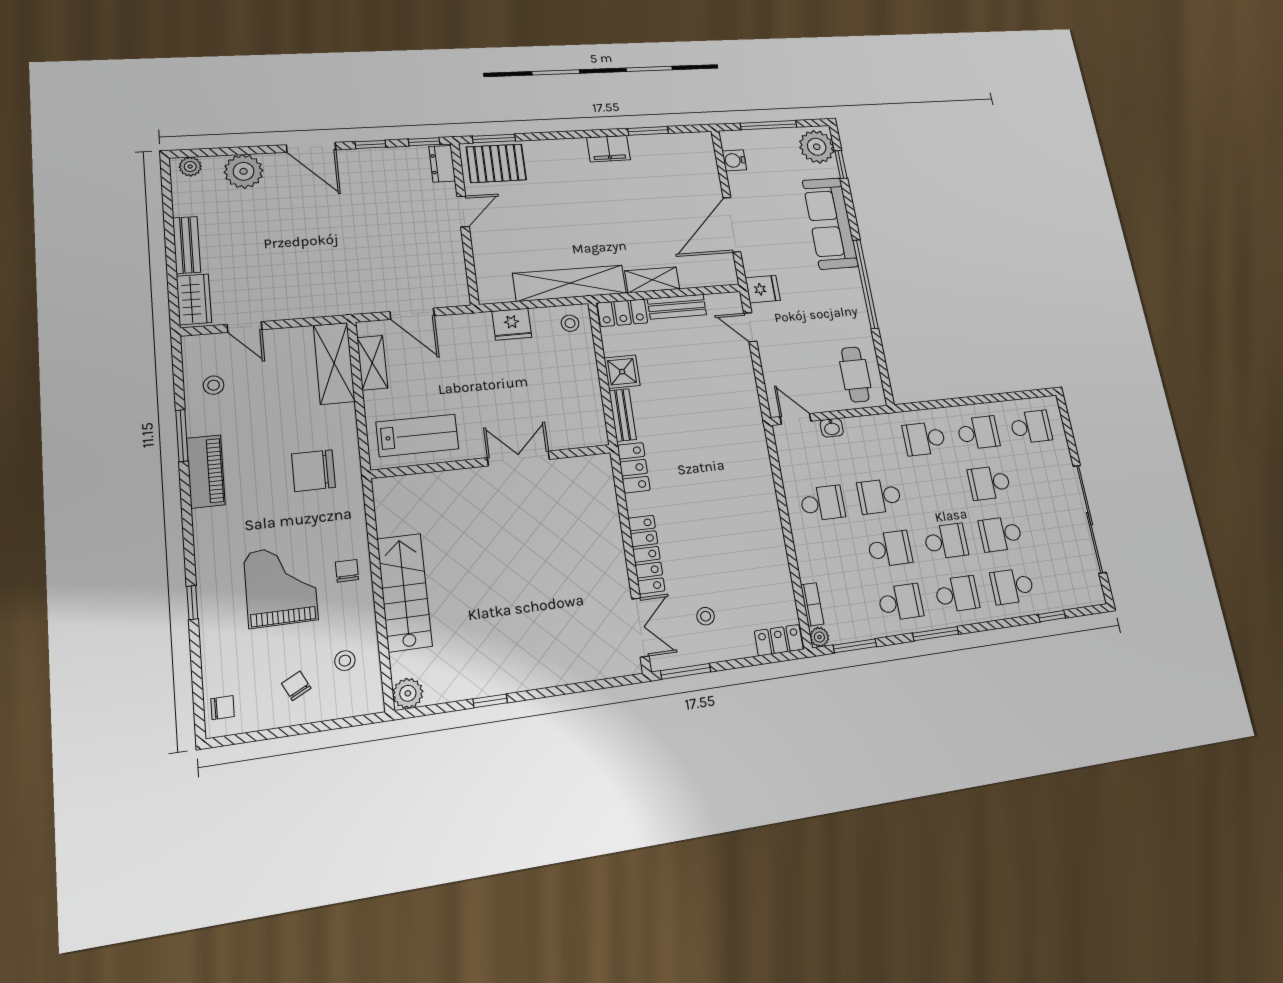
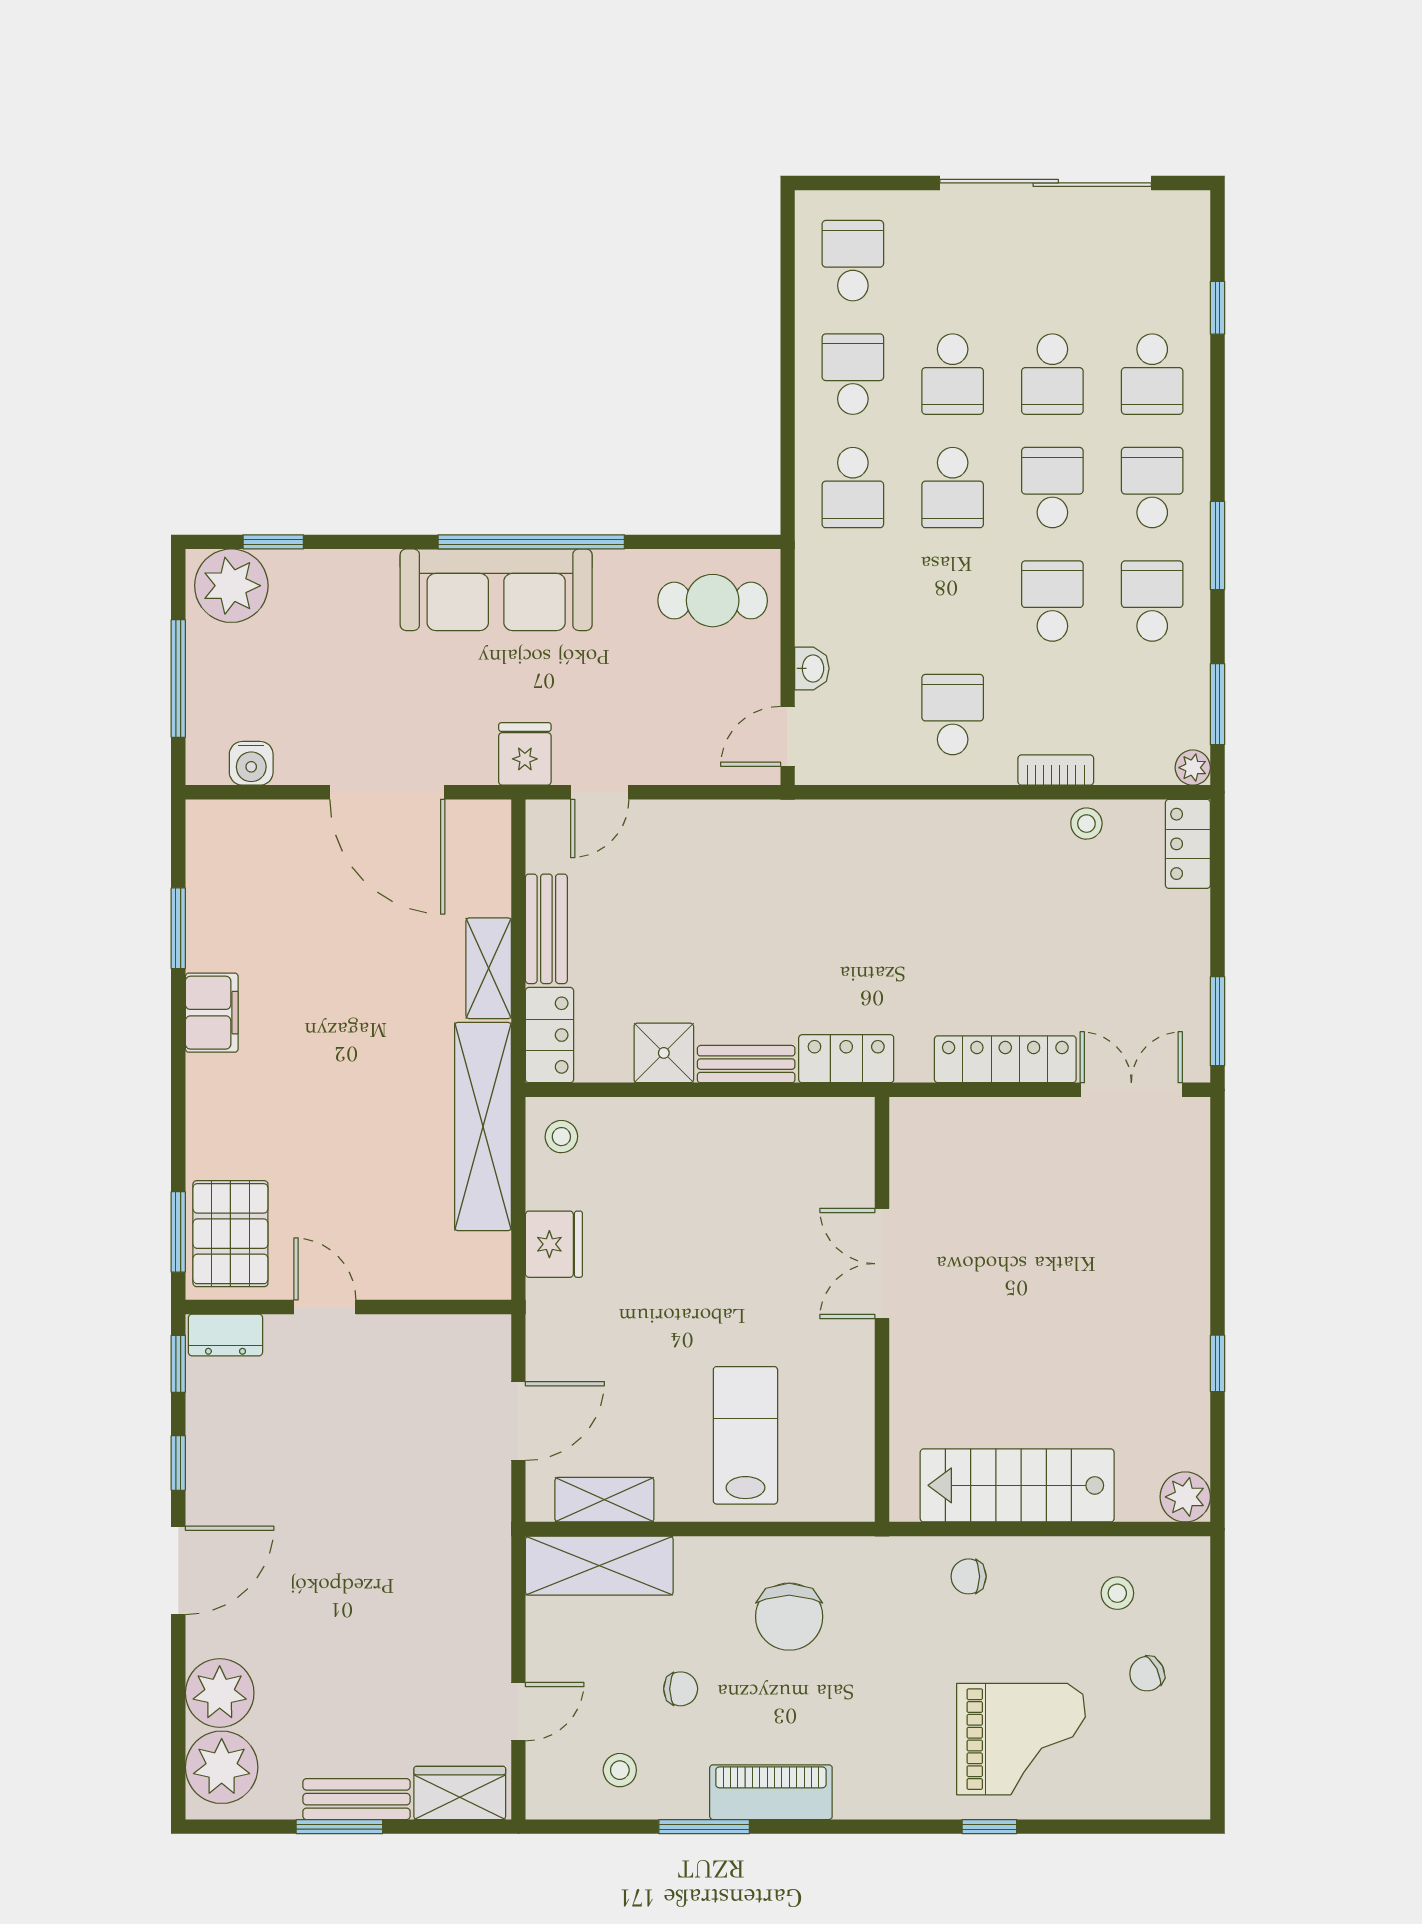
plant: (190, 167) -> (222, 1767), width x1.87, depth x1.87
sofa: (830, 223) -> (496, 590), moved
window: (170, 237) -> (339, 1827), added
double door: (519, 459) -> (882, 1264), moved
wall: (493, 461) -> (882, 1309), moved
school desk: (879, 496) -> (953, 488), moved
grand piano: (281, 586) -> (1021, 1739), moved, turned 180
bookcase: (812, 604) -> (1056, 770), moved
stool: (706, 616) -> (1086, 824), moved
chair: (223, 708) -> (681, 1689), moved, turned 90

